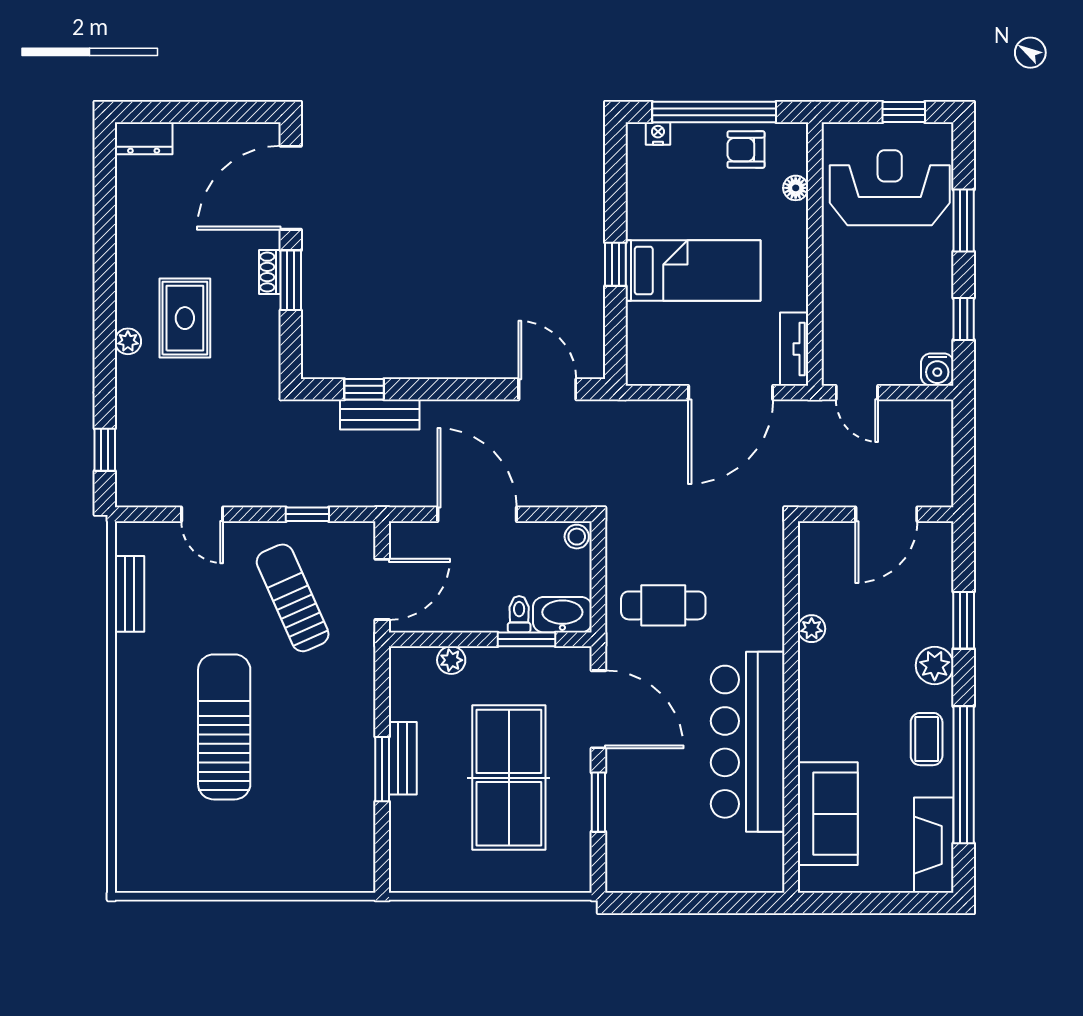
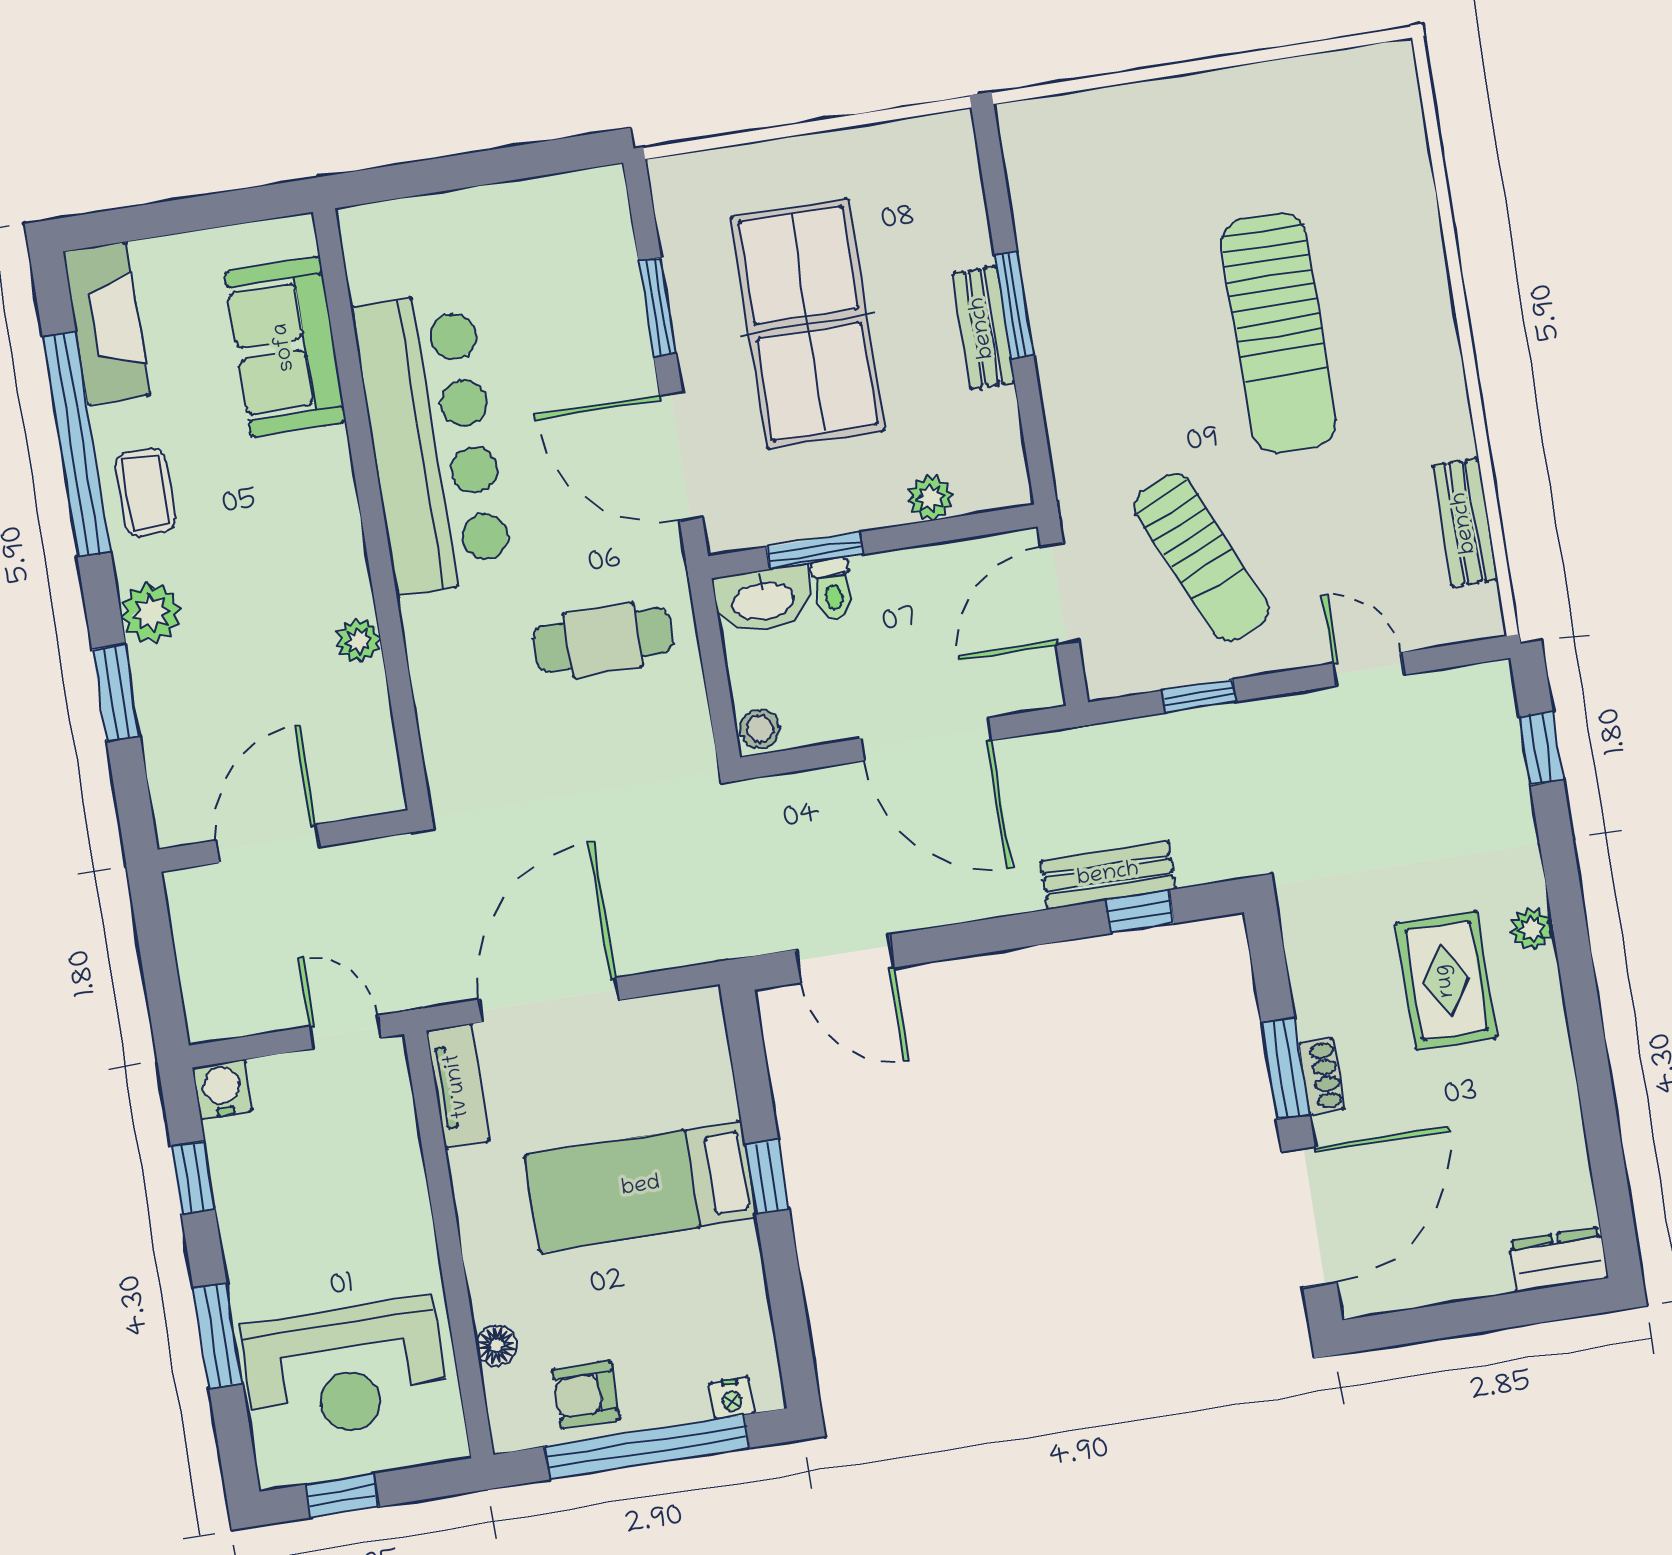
armchair: (746, 150) -> (586, 1395), turned 180

